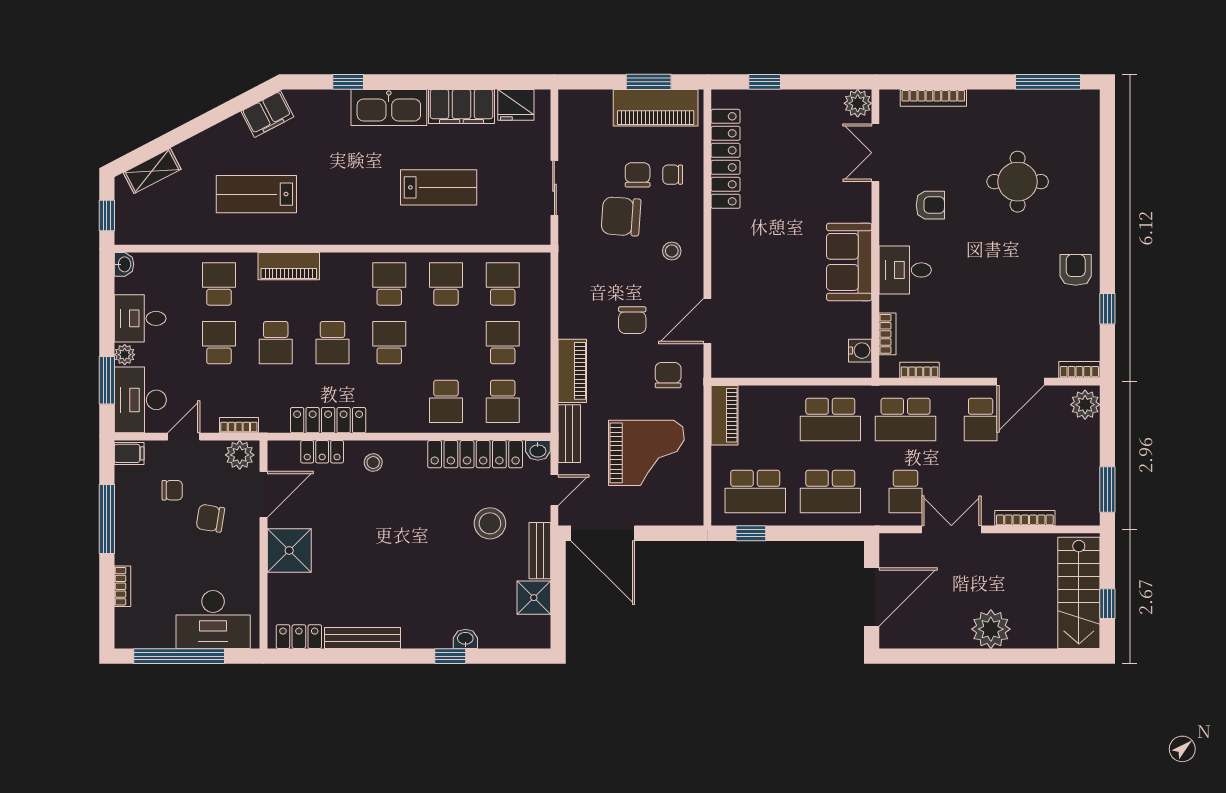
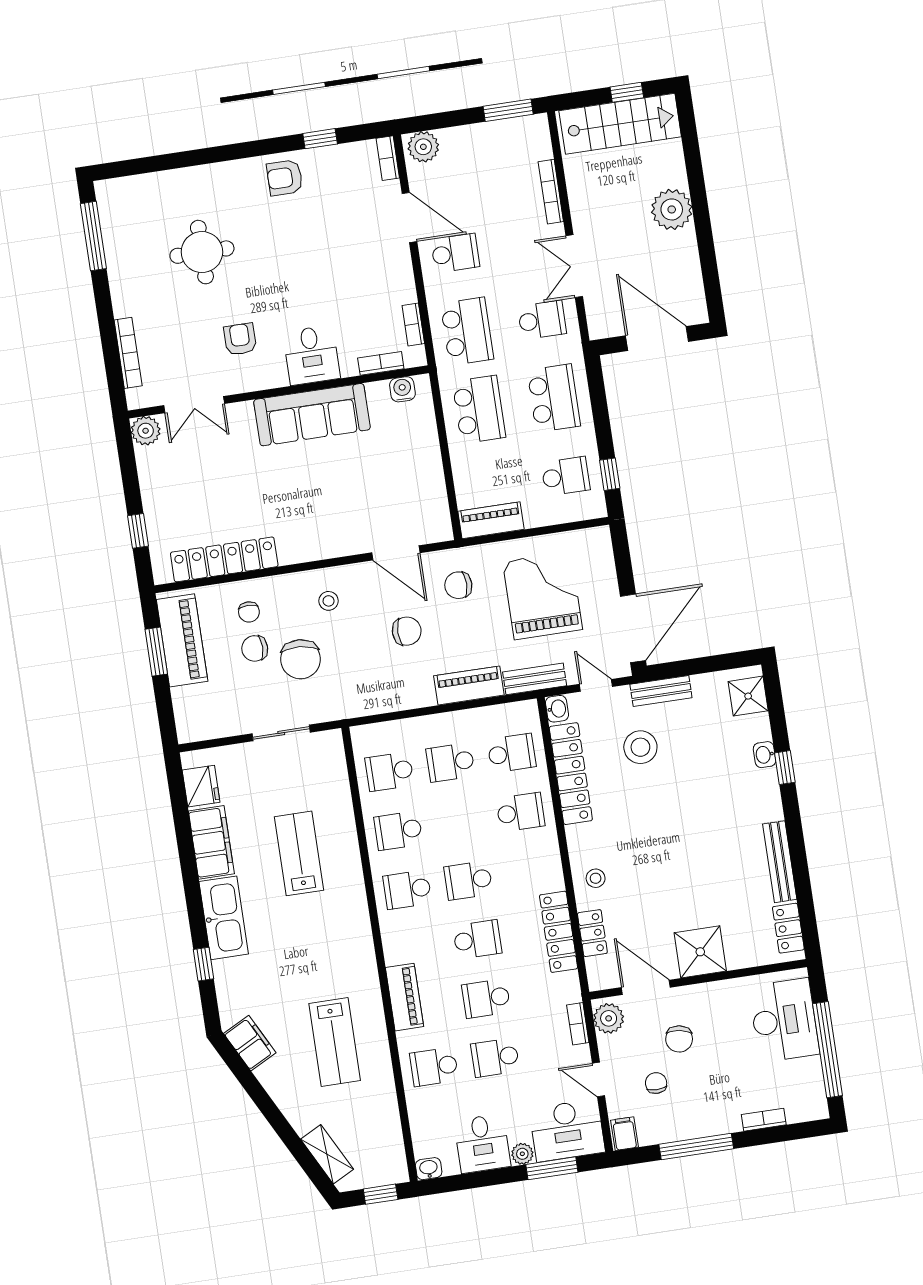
sofa: (849, 262) -> (312, 415), width x1.36
school desk: (276, 343) -> (486, 998), turned 180
school desk: (755, 491) -> (566, 476), width x0.54
shower: (534, 598) -> (748, 696), moved

